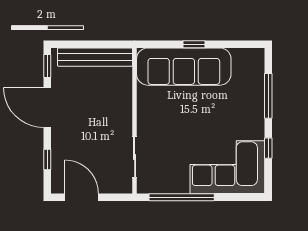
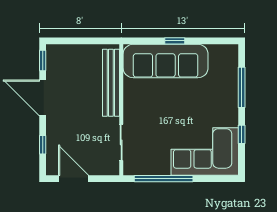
bench: (95, 57) -> (111, 83), moved, turned 90

